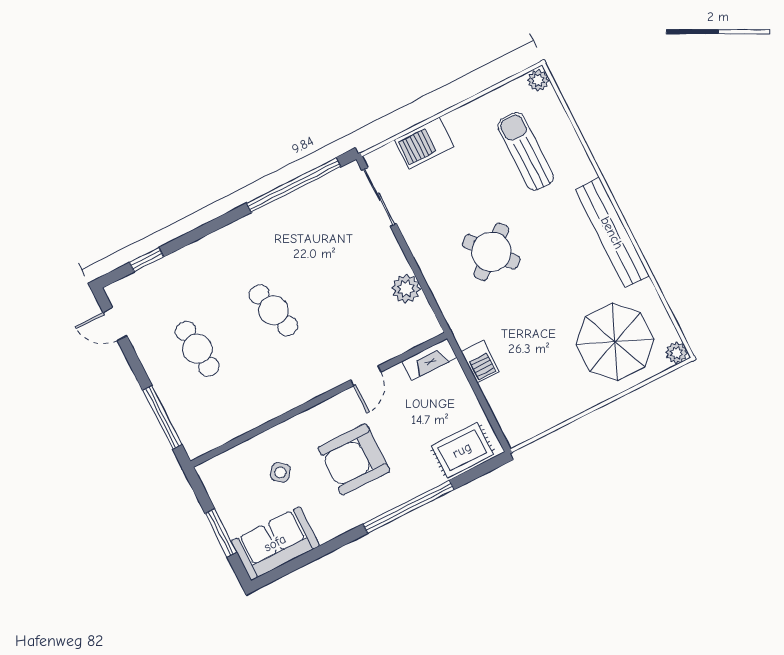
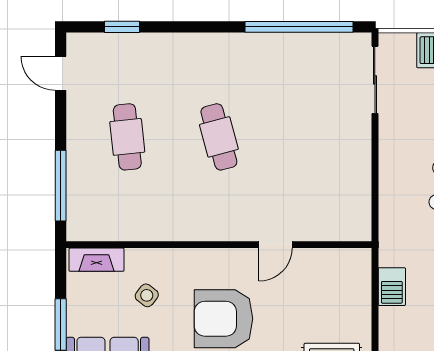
plant: (406, 289) -> (356, 181), removed
fireplace: (429, 359) -> (97, 260), moved

